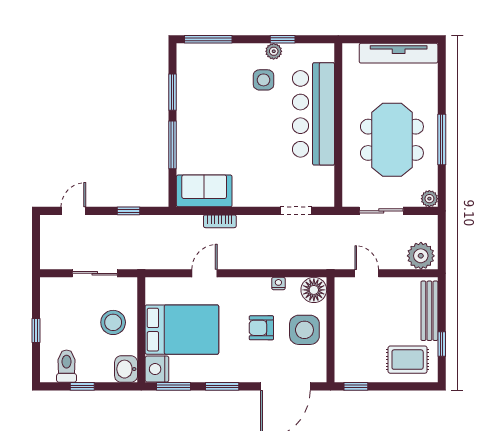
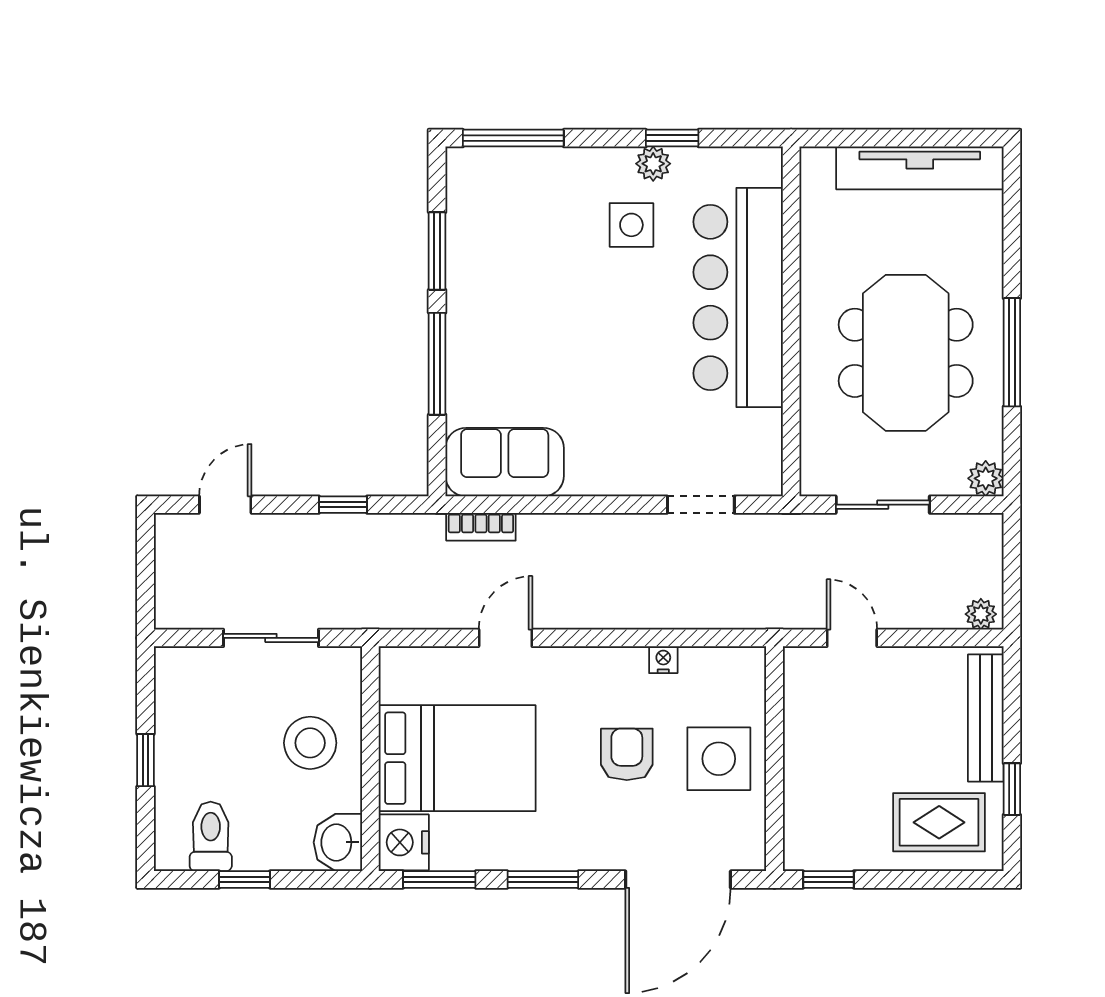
bookcase: (220, 221) -> (481, 527), moved
plant: (421, 256) -> (981, 614), width x0.53, depth x0.53
floor lamp: (314, 290) -> (739, 674), removed
armchair: (261, 328) -> (627, 754), turned 90

